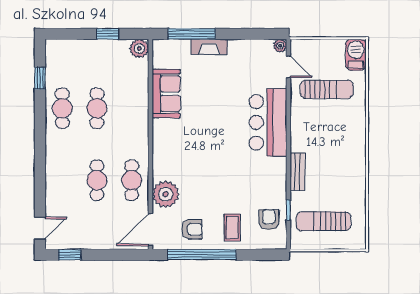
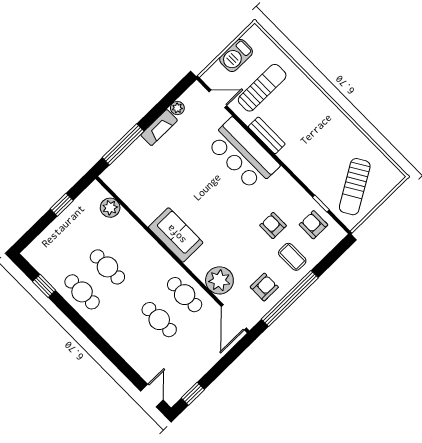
plant: (280, 46) -> (177, 108), moved
fireplace: (209, 47) -> (159, 128), moved
plant: (139, 48) -> (110, 208), moved
barbecue: (356, 55) -> (236, 56), moved, turned -90
sofa: (166, 94) -> (176, 235), moved
bench: (297, 172) -> (267, 135), moved
armchair: (240, 193) -> (273, 226), added
sun lounger: (324, 221) -> (355, 187), turned -31

